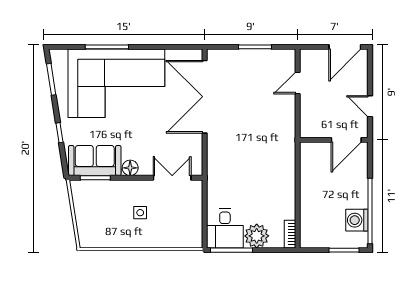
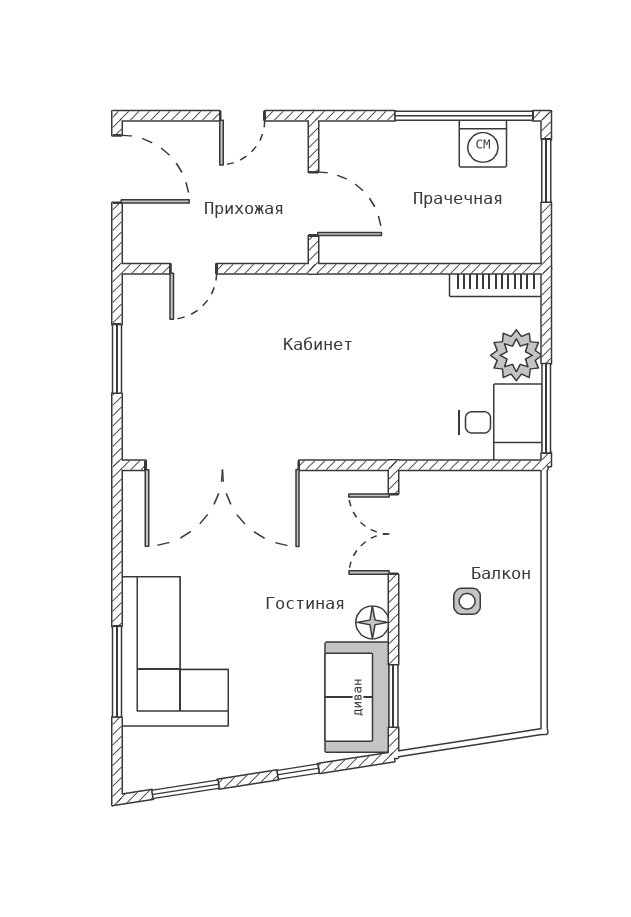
corner sofa: (116, 83) -> (175, 651), width x0.73, depth x0.74
door: (298, 83) -> (193, 269), hinge flipped
door: (346, 140) -> (313, 204), moved
bookcase: (290, 234) -> (496, 285), width x1.56

